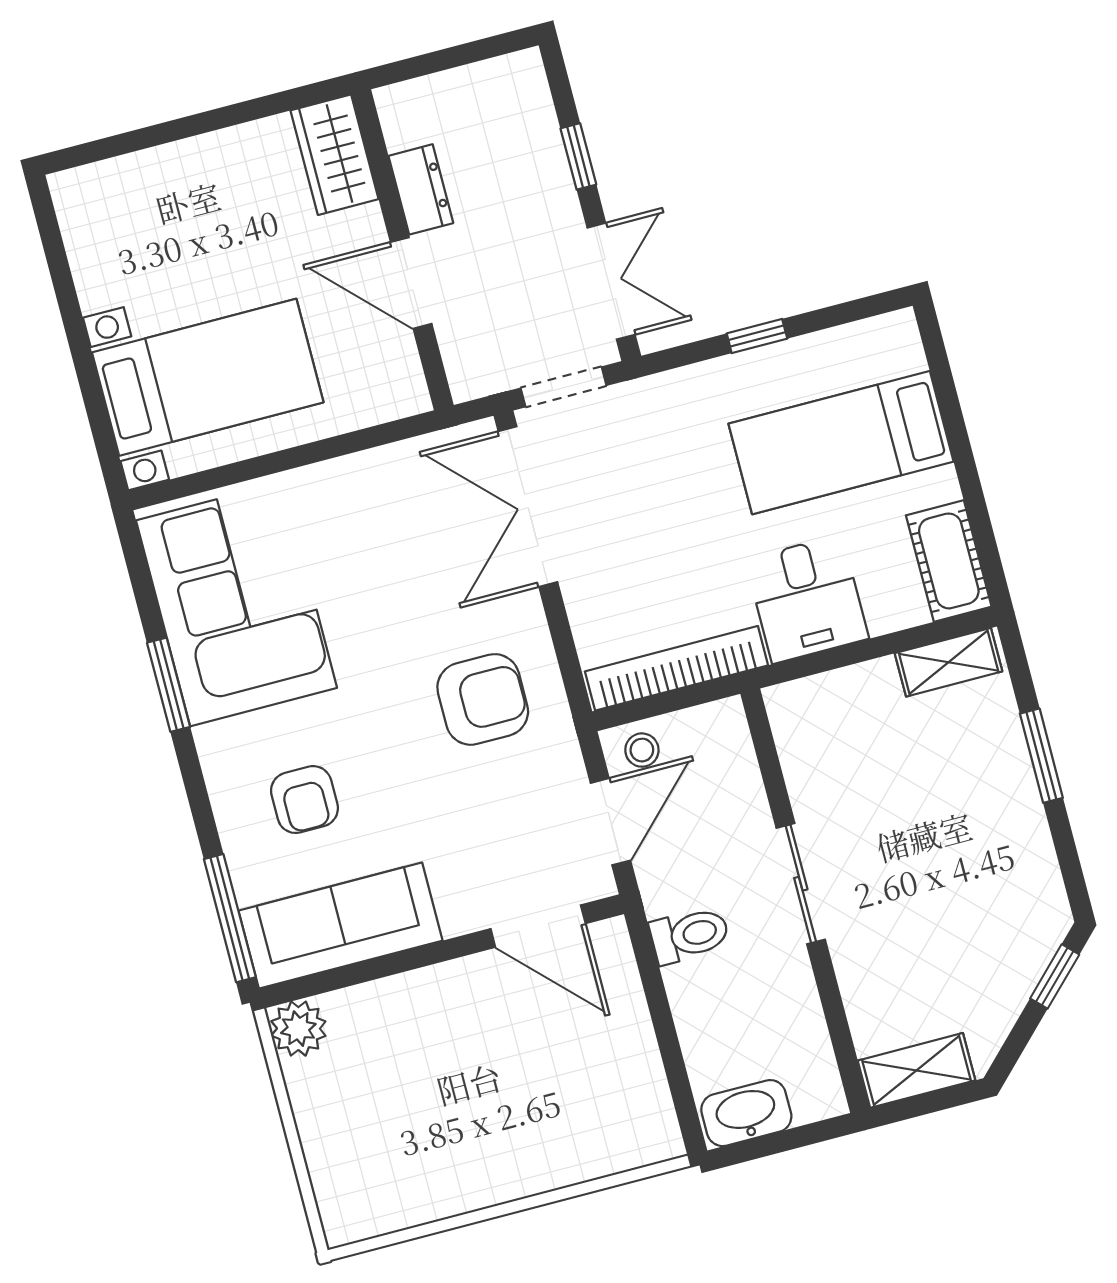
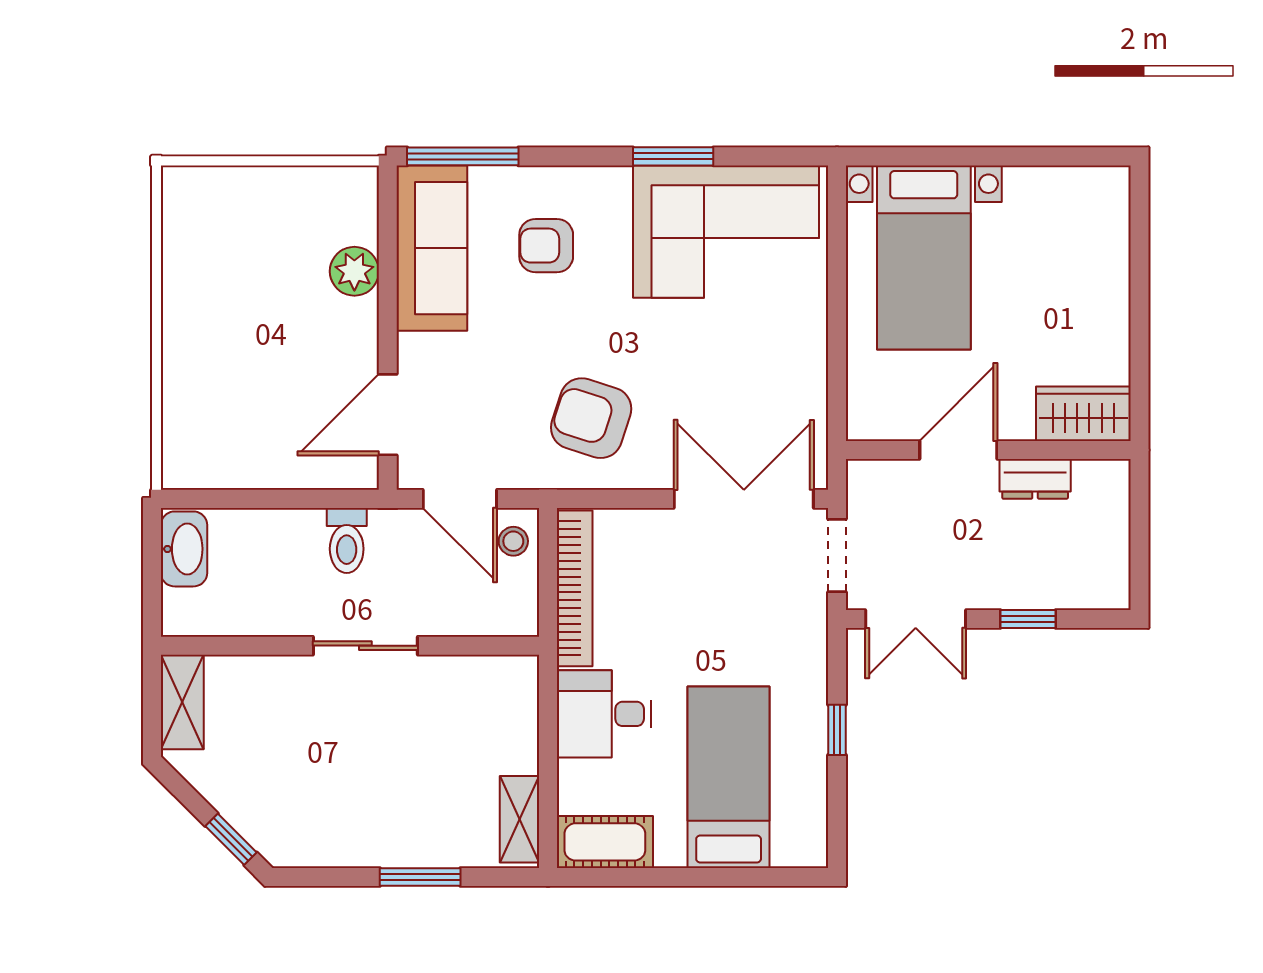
armchair: (483, 699) -> (591, 418), turned 108
plant: (298, 1029) -> (354, 271), moved

